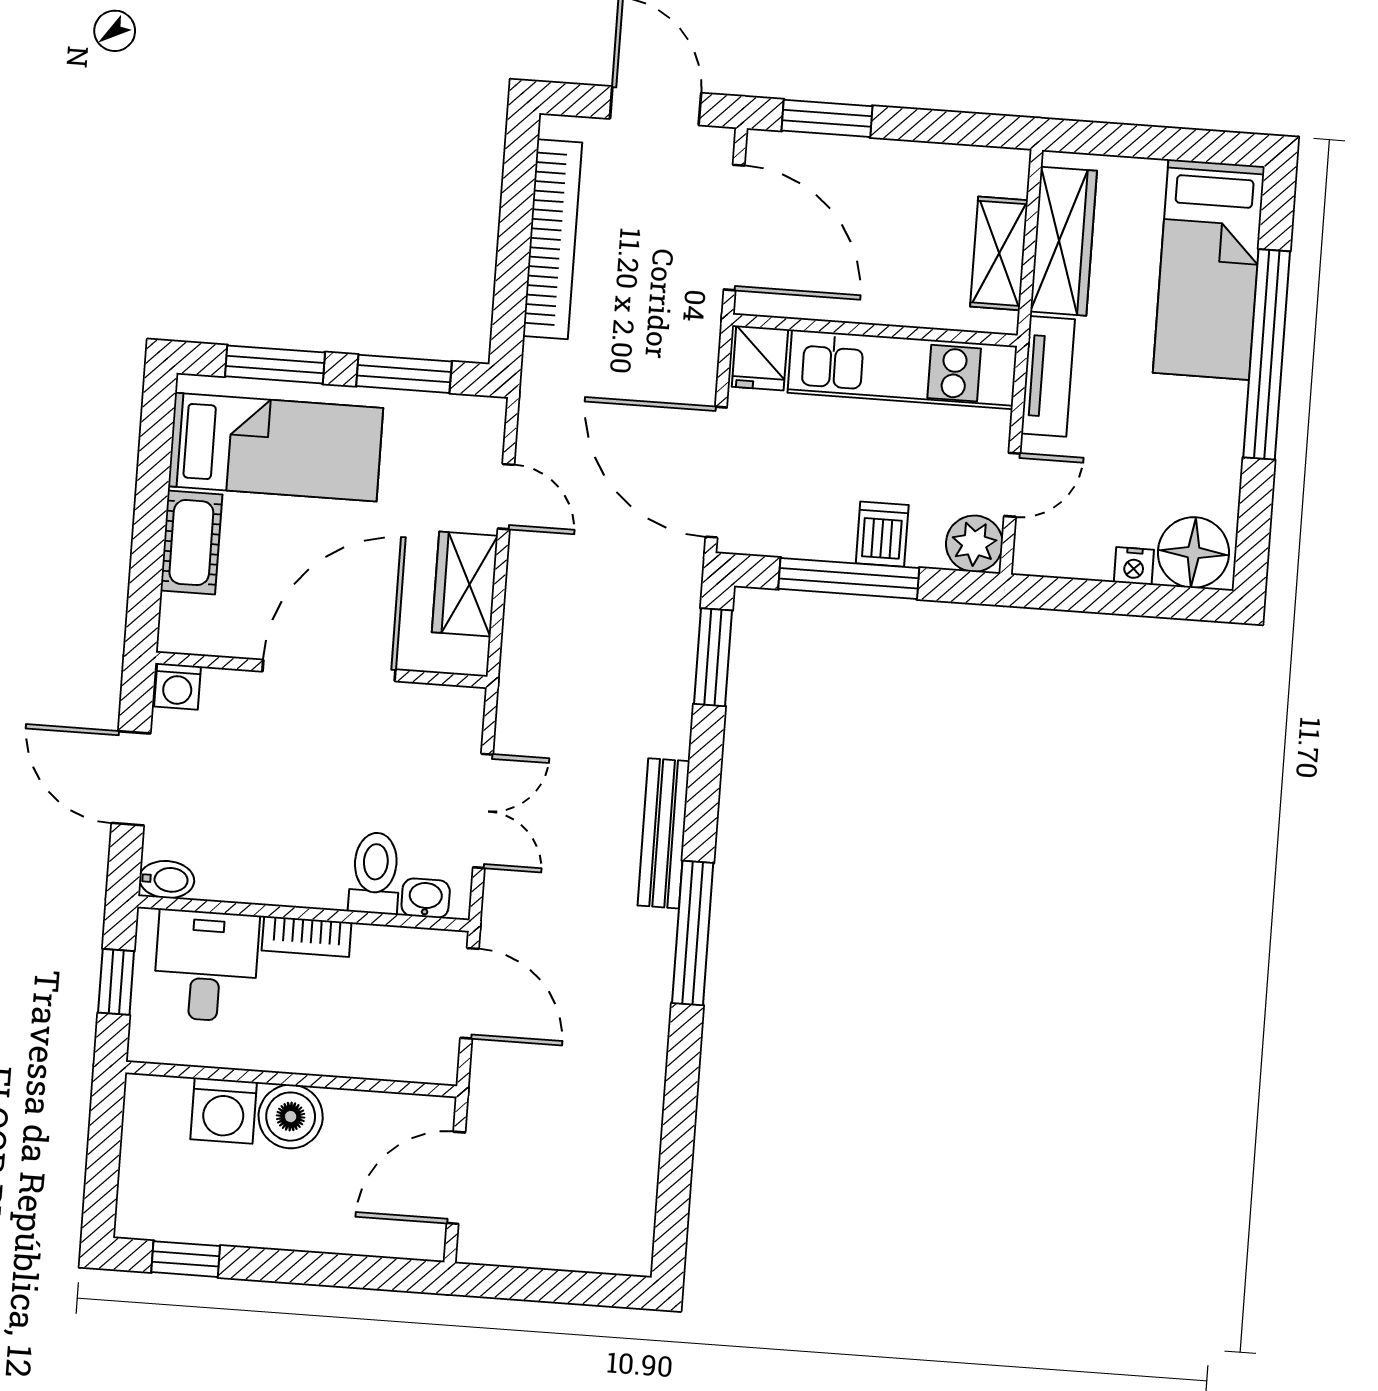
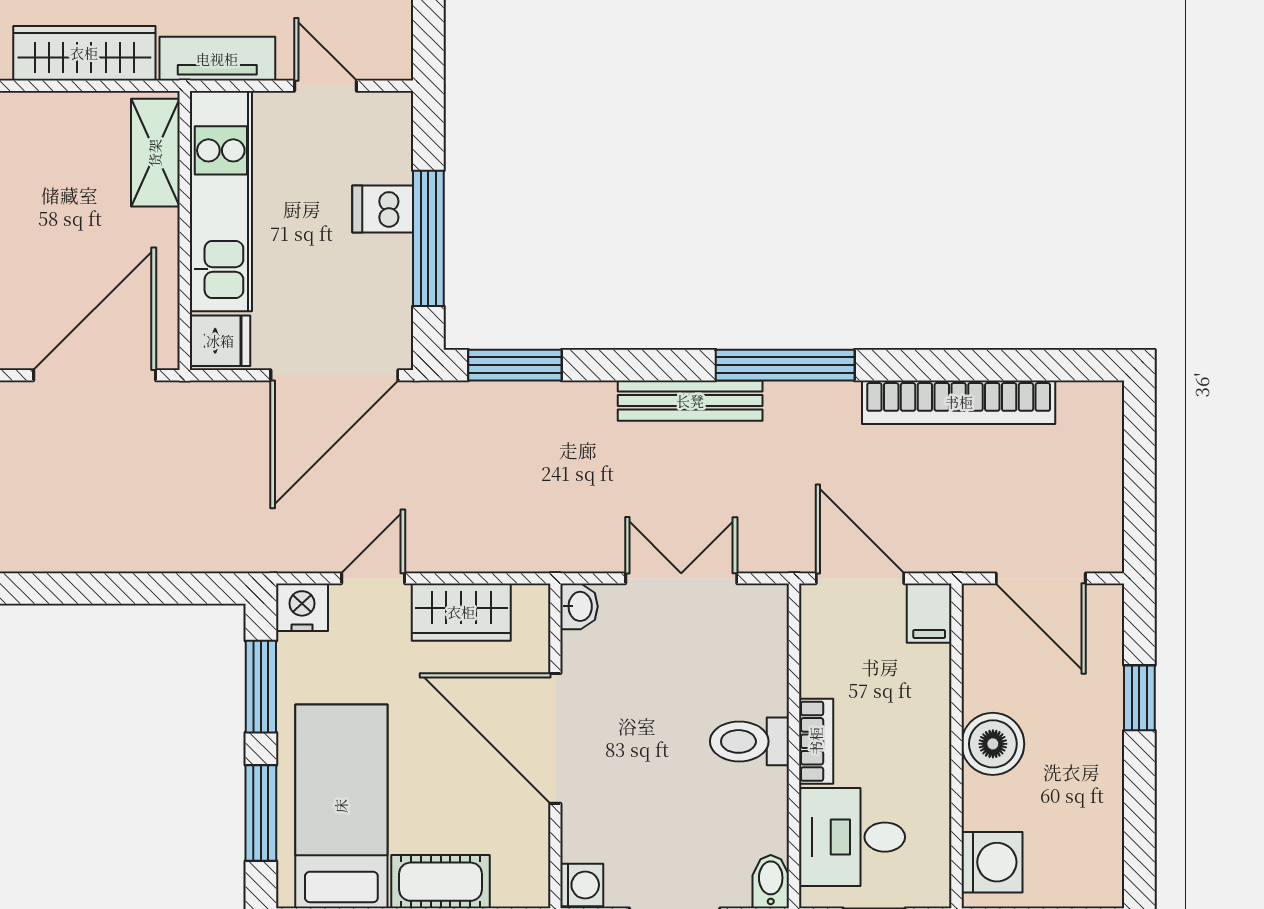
bookcase: (553, 239) -> (959, 402), moved, turned 180
shelving: (999, 253) -> (155, 153), moved, turned 90
nightstand: (482, 422) -> (302, 607), added
plant: (974, 544) -> (386, 119), removed
toilet: (375, 873) -> (750, 741), moved
washbasin: (426, 898) -> (579, 606), moved, turned 180
door: (469, 993) -> (860, 578), hinge flipped
filing cabinet: (429, 1061) -> (929, 613), added
washing machine: (224, 1111) -> (992, 862), moved
window: (186, 1259) -> (1139, 698), moved

